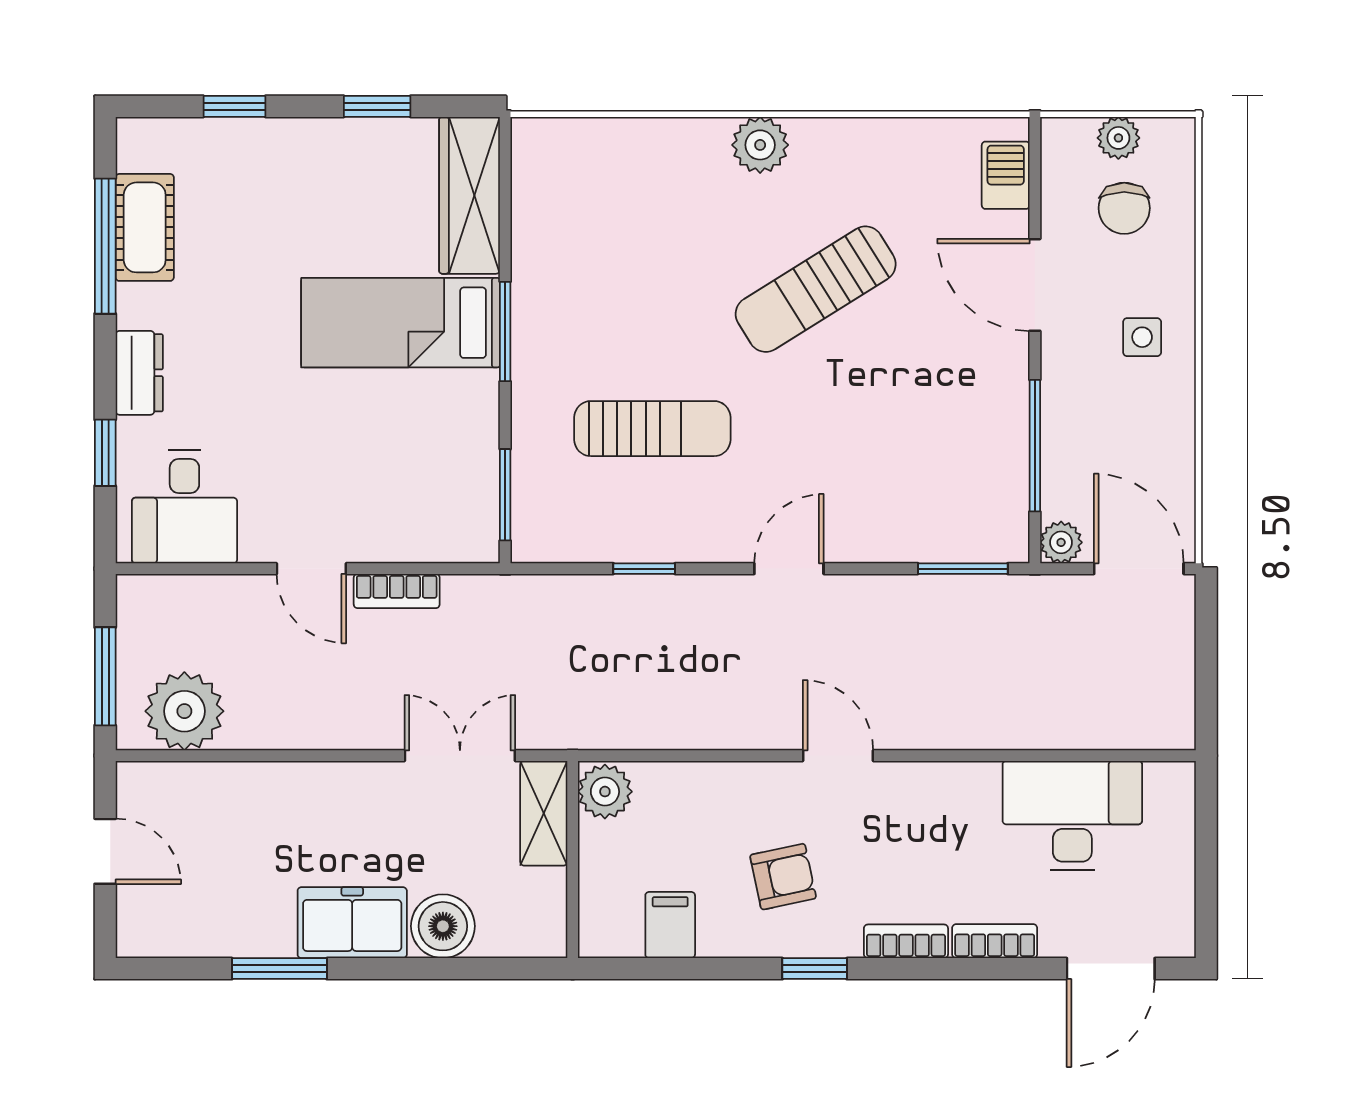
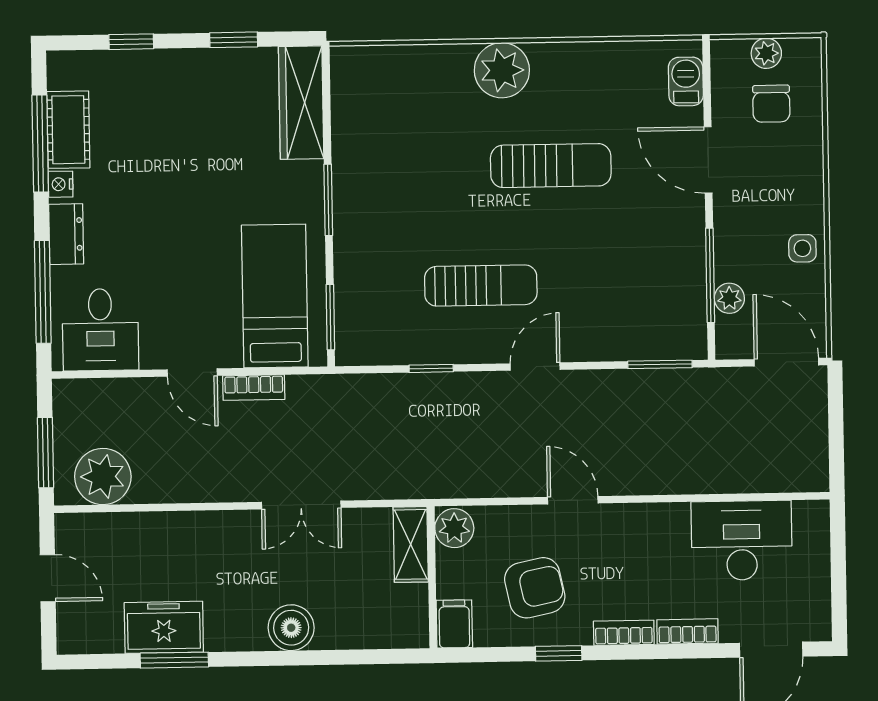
plant: (760, 145) -> (502, 70), width x1.36, depth x1.36
sun lounger: (816, 289) -> (551, 166), turned -148
nightstand: (133, 303) -> (61, 184), added
bed: (400, 323) -> (275, 296), moved, turned 90
side table: (1142, 337) -> (802, 248), moved
sun lounger: (652, 429) -> (481, 285), moved
window: (105, 453) -> (43, 292), width x2.17
plant: (1061, 542) -> (729, 298), moved
double door: (460, 756) -> (301, 505), swing flipped
plant: (605, 792) -> (454, 528), moved
shelving: (544, 813) -> (411, 544), moved
wall: (573, 859) -> (432, 577), moved
armchair: (783, 877) -> (535, 588), width x1.38, depth x1.38
freezer: (352, 923) -> (164, 627), moved

